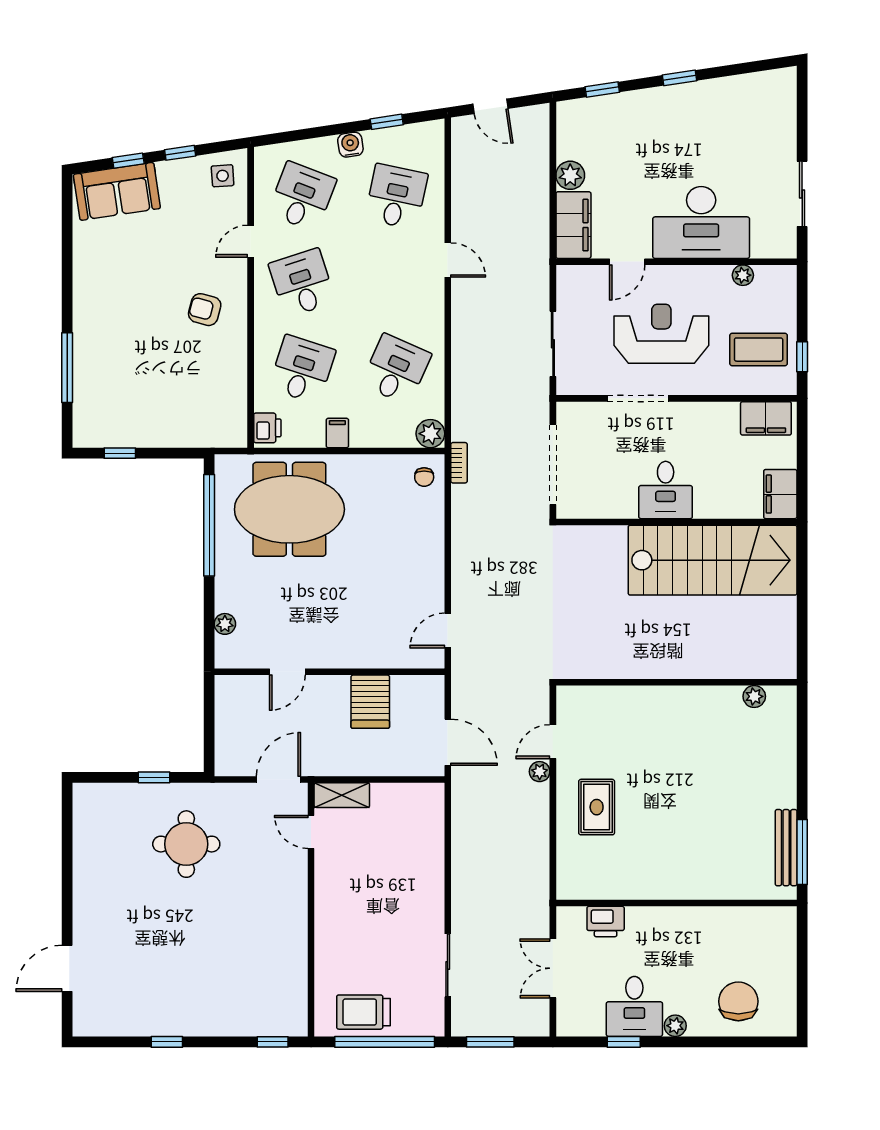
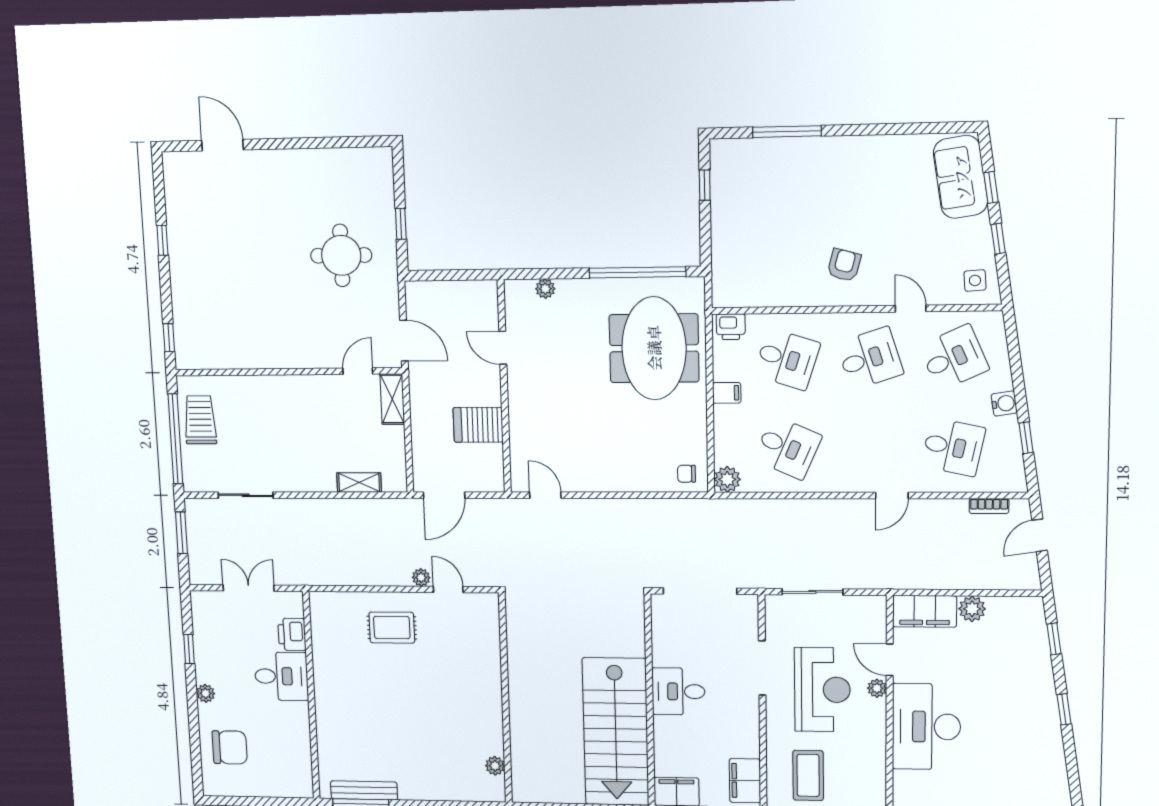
desk: (302, 196) -> (954, 358), turned -45
plant: (743, 275) -> (877, 688), moved
bookcase: (459, 463) -> (989, 506), moved
shelving: (434, 836) -> (359, 483), added
desk: (634, 1006) -> (281, 676), moved, turned 180

